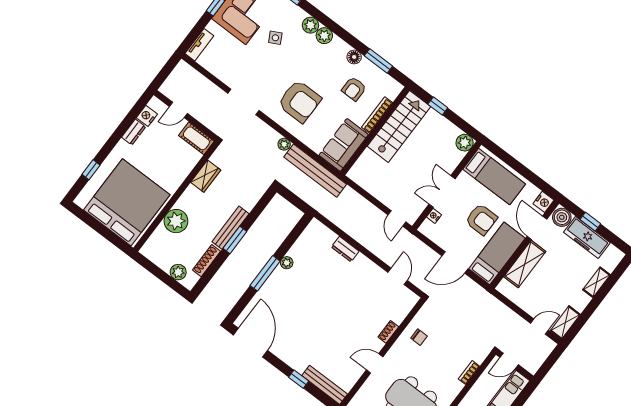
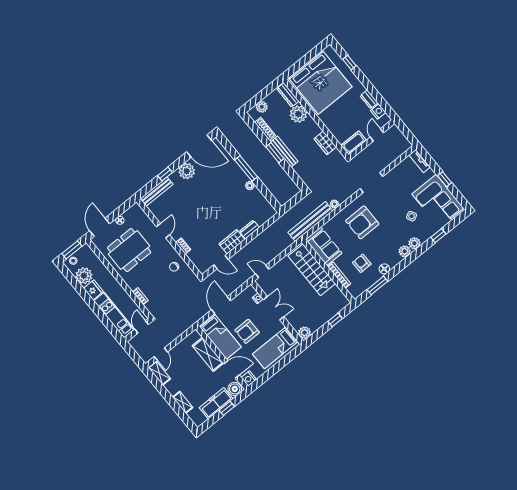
stairs: (399, 126) -> (312, 270), moved
dresser: (154, 241) -> (288, 95), added
wardrobe: (367, 268) -> (232, 242), added
plant: (288, 351) -> (187, 171), added

